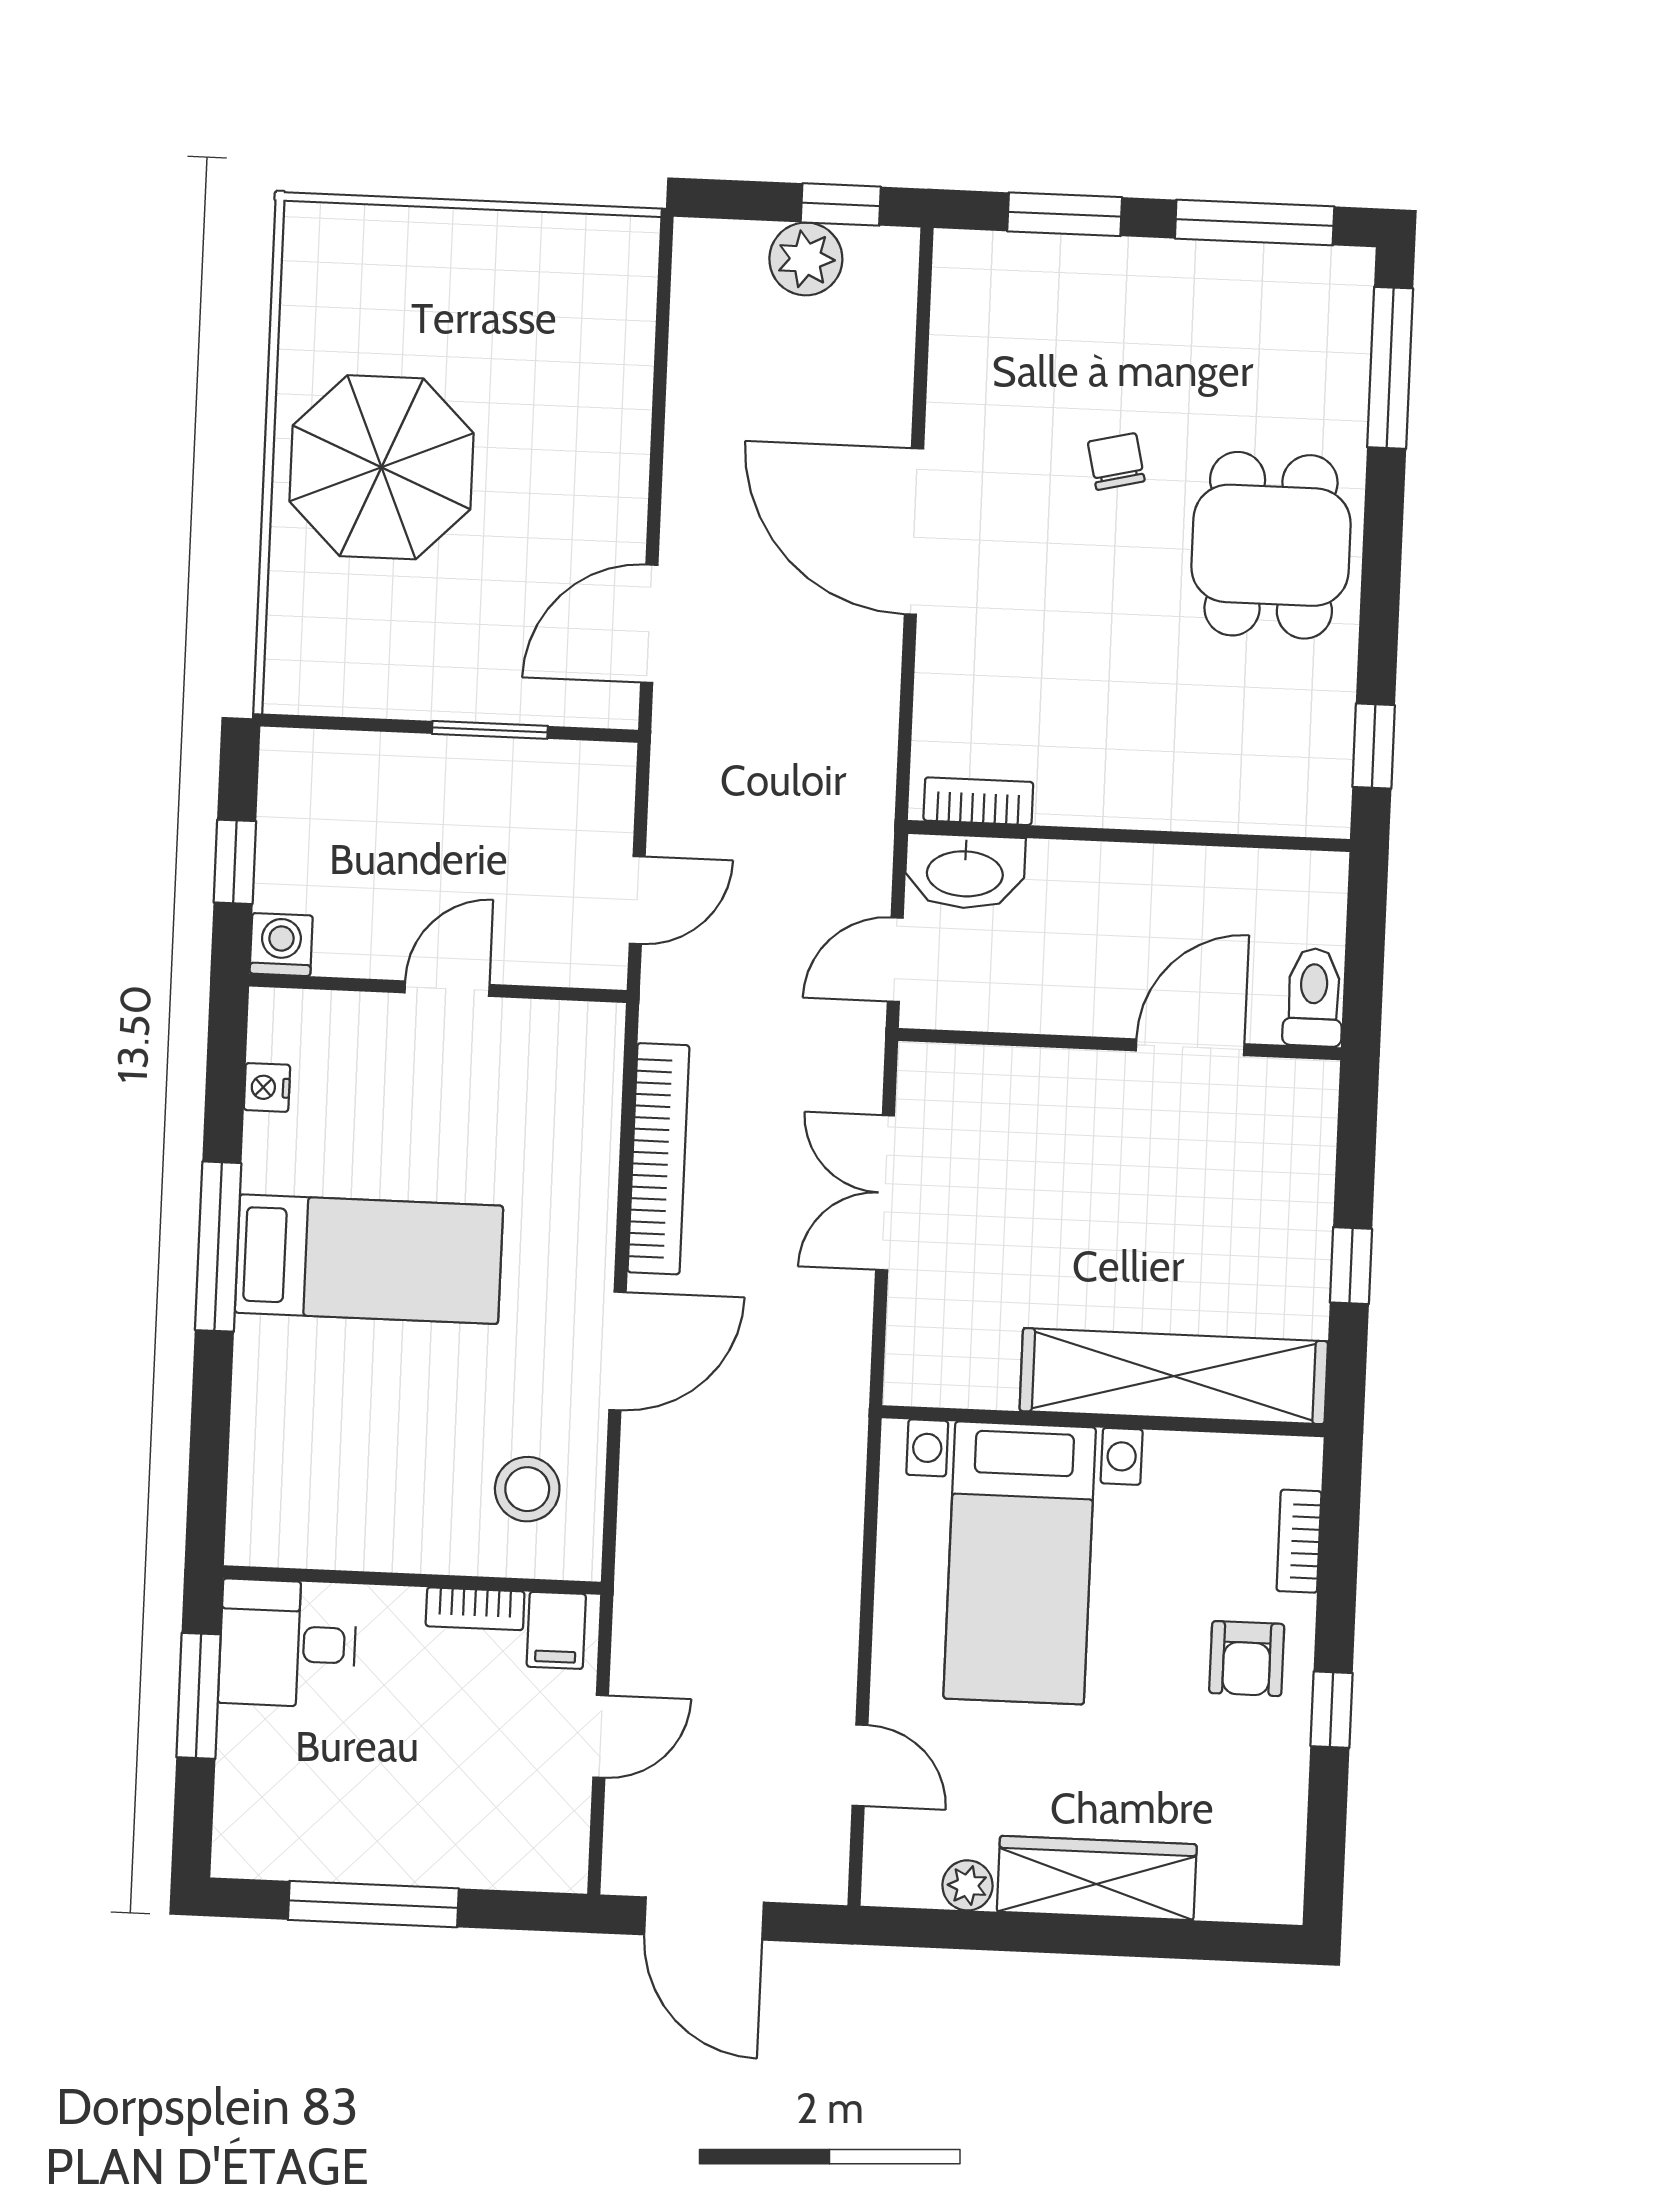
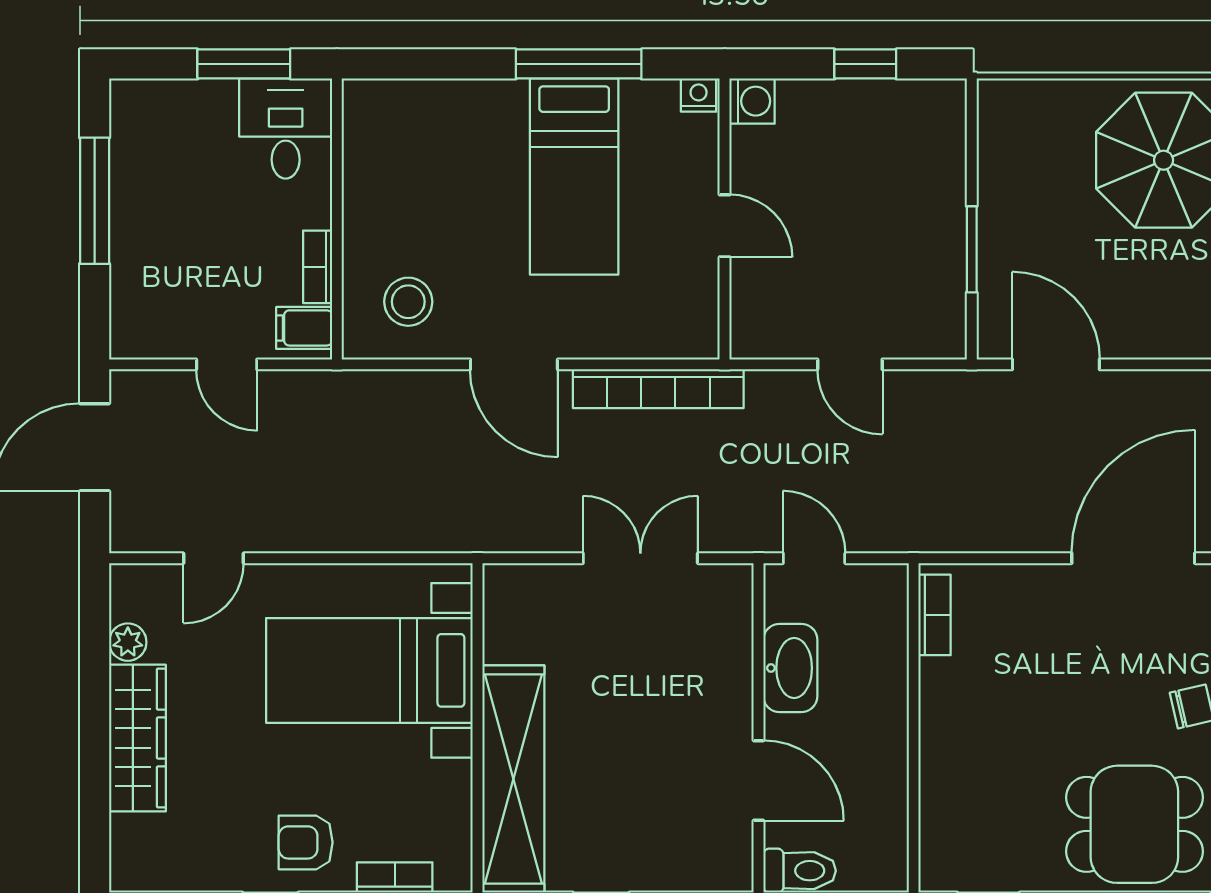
washbasin: (965, 872) -> (790, 668), moved, turned 180
washing machine: (281, 945) -> (752, 101), moved
wall: (438, 988) -> (725, 219), moved
door: (447, 989) -> (725, 226), moved

